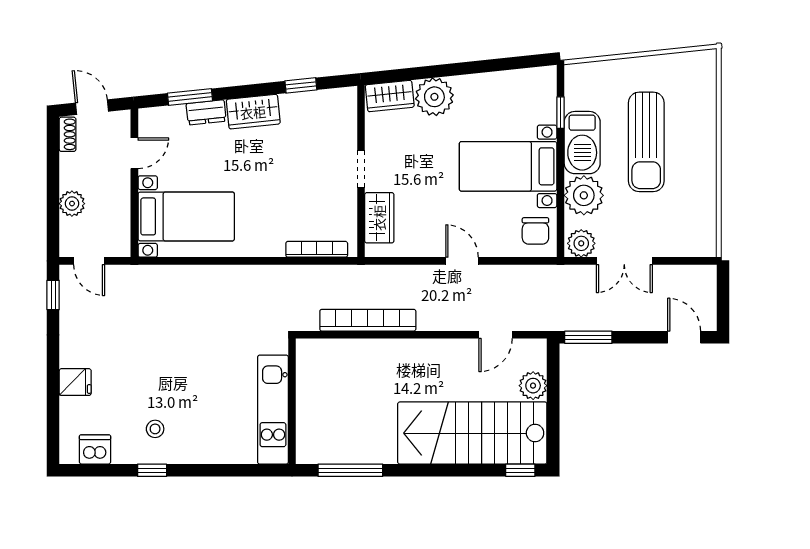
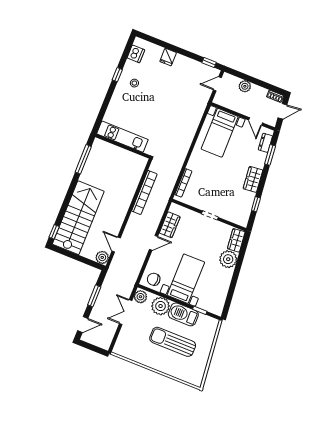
dresser: (206, 112) -> (265, 143), moved
wardrobe: (379, 218) -> (170, 225), moved, turned -90
window: (588, 337) -> (94, 296), moved
plant: (533, 386) -> (102, 257), moved

